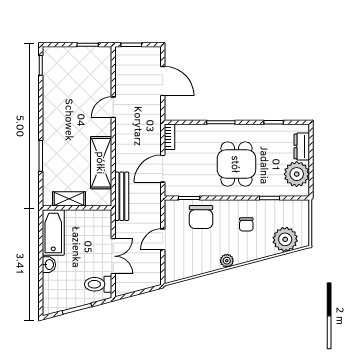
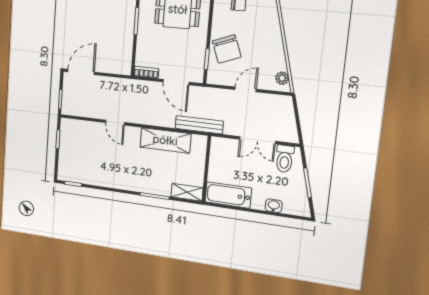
door: (163, 81) -> (81, 72), moved
shelving: (69, 199) -> (187, 192), moved, turned 90
chair: (201, 217) -> (227, 49), turned 69
door: (163, 239) -> (246, 89), swing flipped
double door: (113, 256) -> (258, 140), swing flipped
plant: (227, 261) -> (282, 78), moved
washbasin: (49, 265) -> (274, 206), moved

